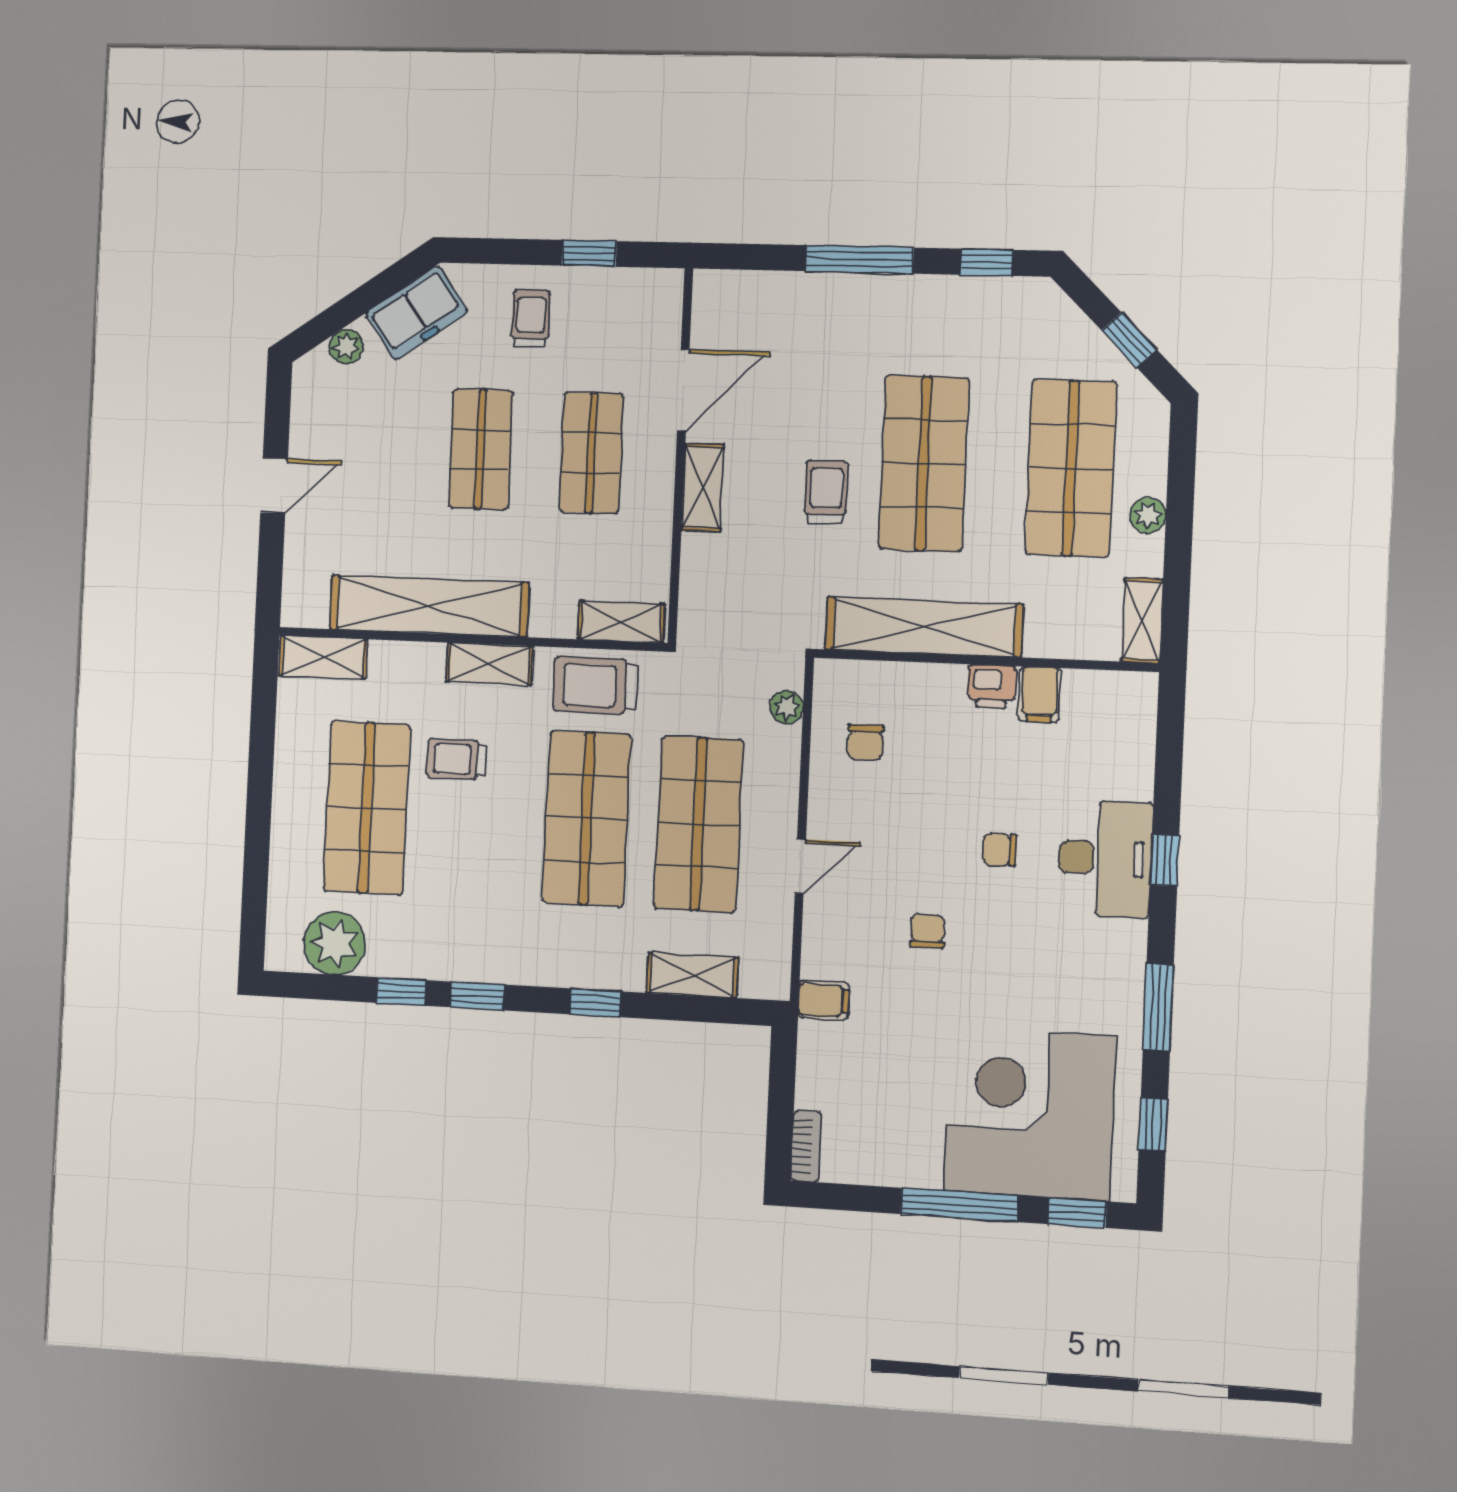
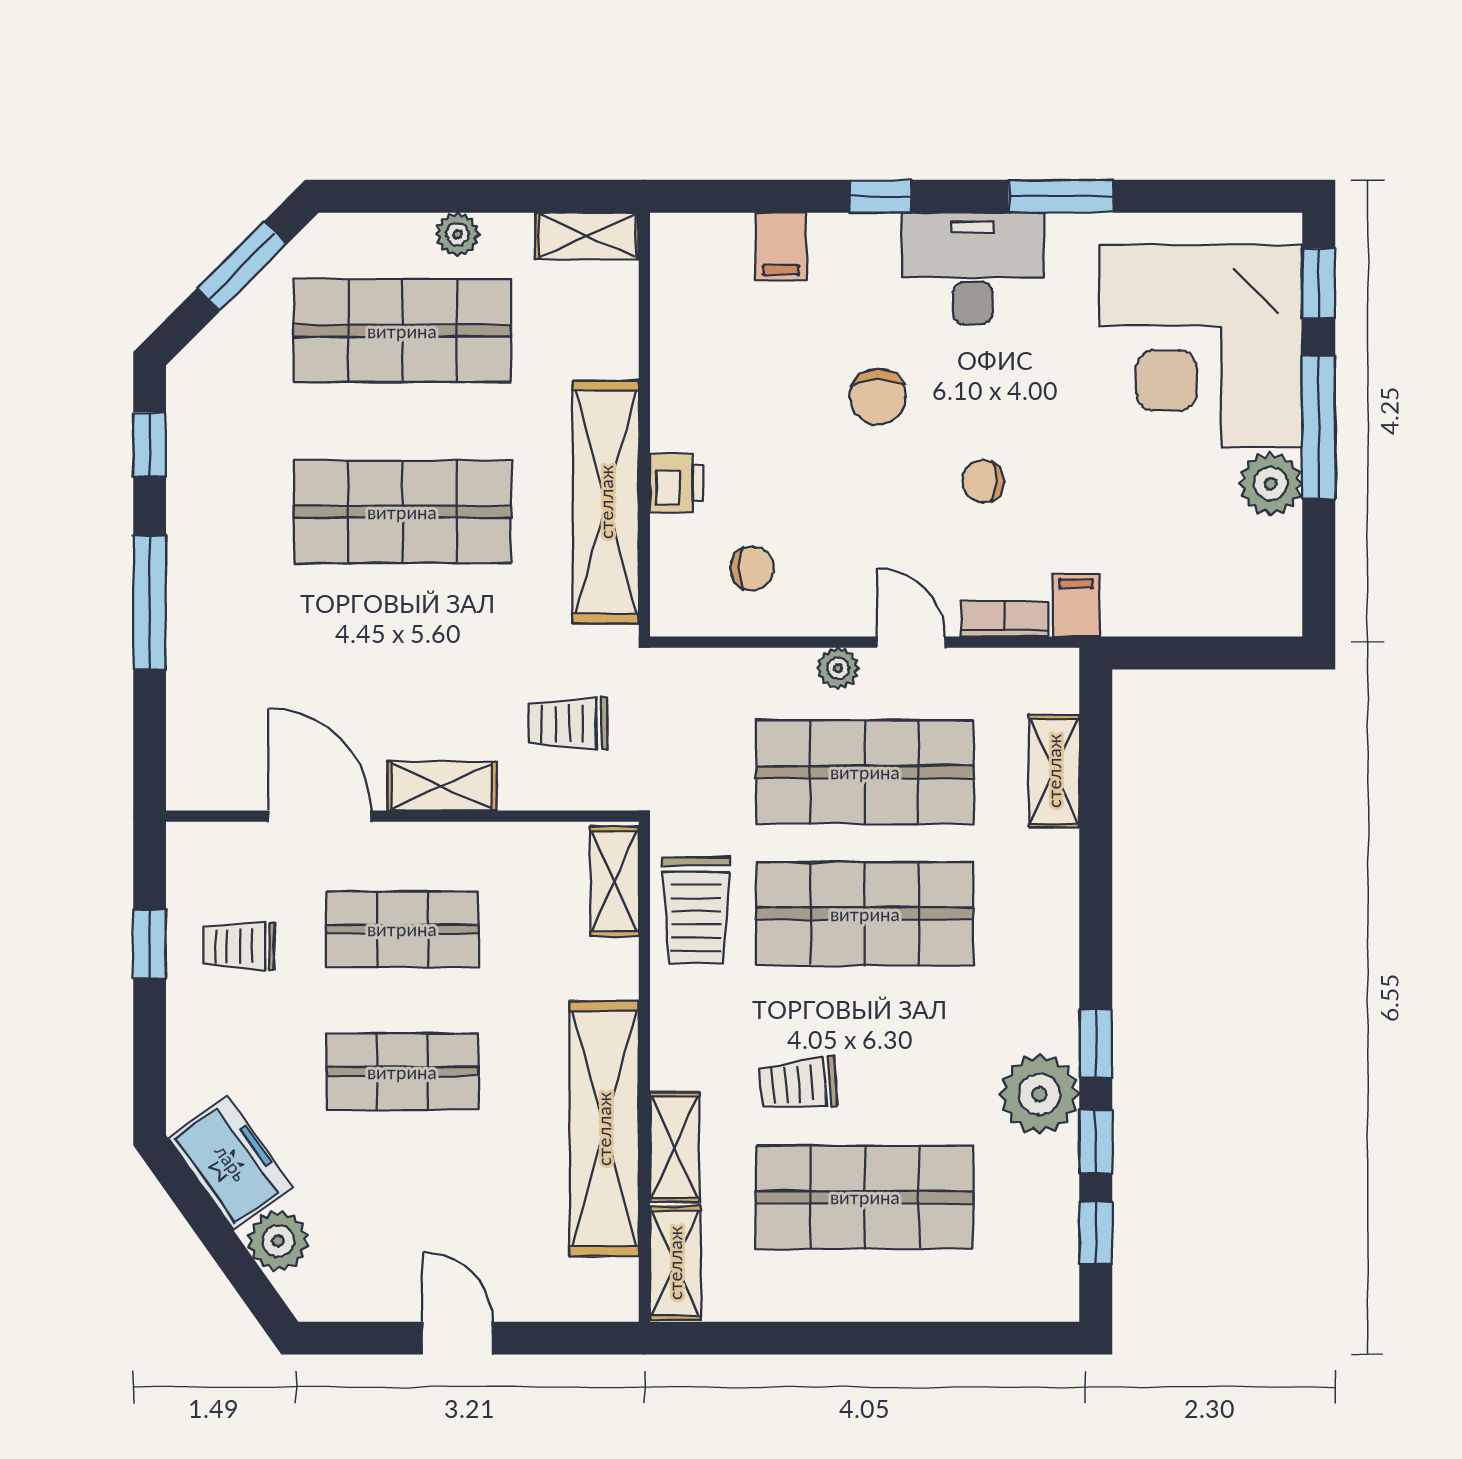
trolley: (531, 319) -> (239, 946), moved
window: (1129, 340) -> (242, 266), width x1.50
plant: (346, 346) -> (278, 1241), width x1.38, depth x1.38
trolley: (826, 492) -> (568, 724), moved
shelving: (489, 664) -> (675, 1147), moved
printer: (992, 687) -> (677, 483), moved
filing cabinet: (1040, 695) -> (781, 246), moved, turned 90
plant: (787, 707) -> (838, 668), moved
trolley: (456, 759) -> (798, 1084), turned 85
chair: (1000, 850) -> (878, 397), width x1.37, depth x1.37
desk: (1105, 858) -> (973, 268), moved
plant: (335, 943) -> (1039, 1094), moved
window: (595, 1003) -> (1096, 1232), moved
window: (1153, 1124) -> (1205, 196), removed
bookcase: (806, 1146) -> (1004, 619), moved
plant: (915, 1163) -> (1271, 484), added

